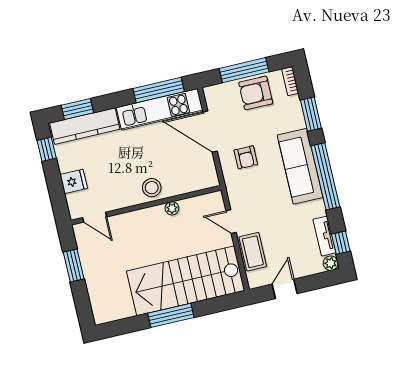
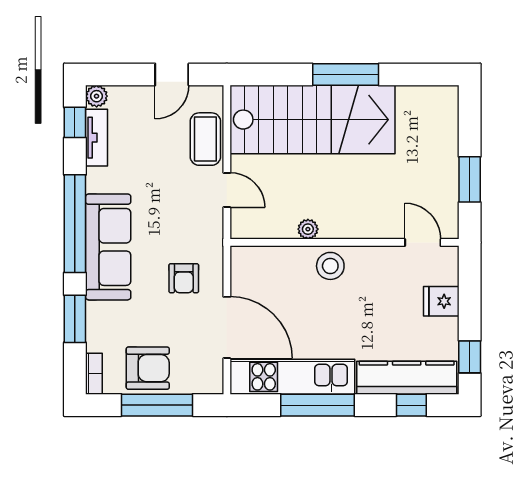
window: (159, 90) -> (318, 405), moved
window: (77, 109) -> (411, 405), width x0.67
armchair: (246, 157) -> (184, 278), turned 180

